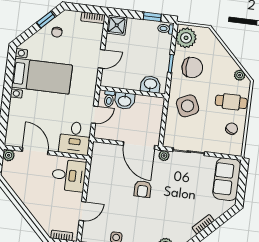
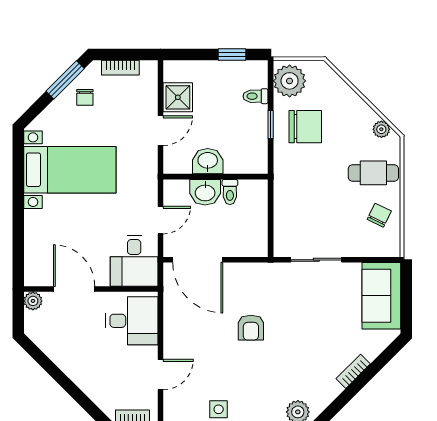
bookcase: (93, 18) -> (120, 68), moved
window: (46, 20) -> (65, 80), width x1.50
shower: (117, 25) -> (178, 97), moved
toilet: (166, 29) -> (256, 96), moved
washbasin: (150, 84) -> (208, 161), moved
toilet: (109, 99) -> (230, 192), moved
side table: (188, 106) -> (305, 188), removed
door: (139, 145) -> (198, 260), moved
plant: (164, 156) -> (278, 271), removed

